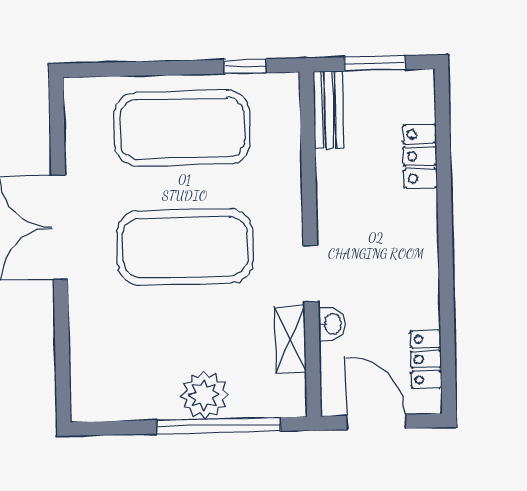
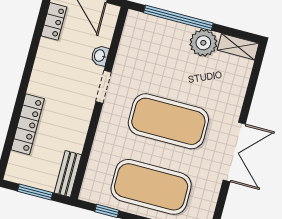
locker: (420, 156) -> (28, 124), width x1.53
shelving: (290, 340) -> (238, 47), moved, turned 90
plant: (204, 395) -> (203, 43), moved

